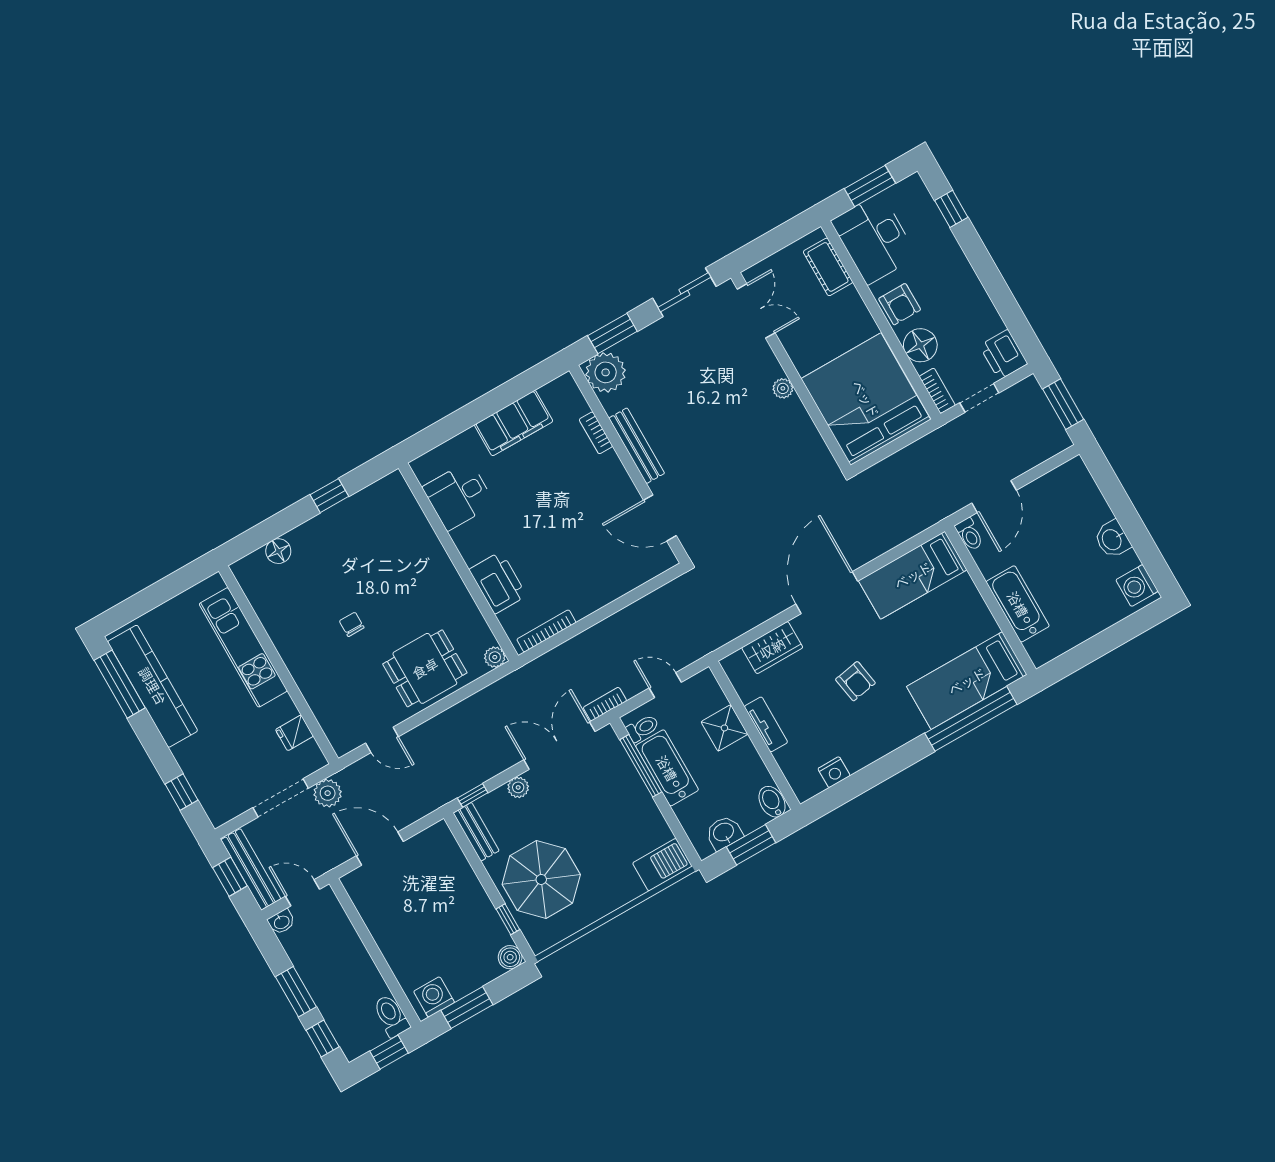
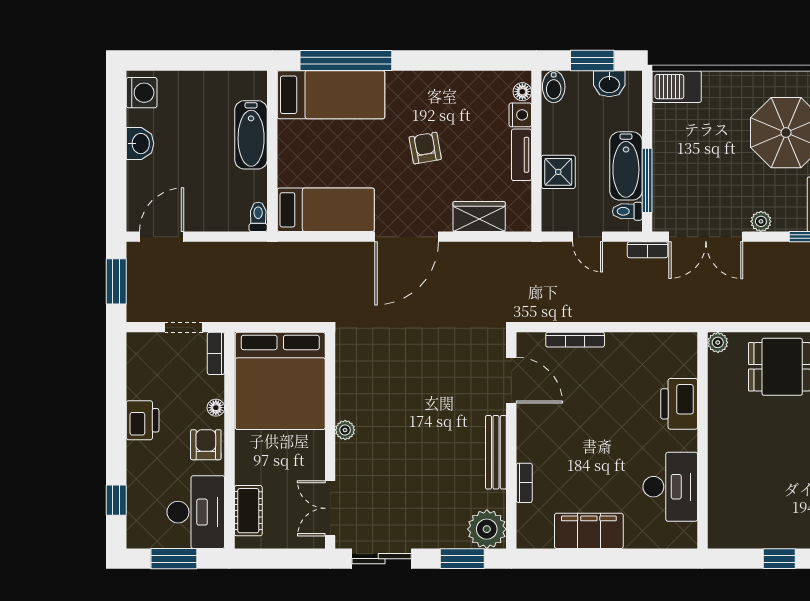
floor lamp: (920, 345) -> (216, 408), width x0.53, depth x0.53
printer: (1004, 355) -> (143, 420), moved
desk: (459, 496) -> (670, 487), width x1.37
door: (994, 497) -> (162, 237), moved
bookcase: (546, 631) -> (575, 340), moved
nightstand: (834, 772) -> (520, 115), moved, turned 90
floor lamp: (798, 781) -> (522, 92), added

